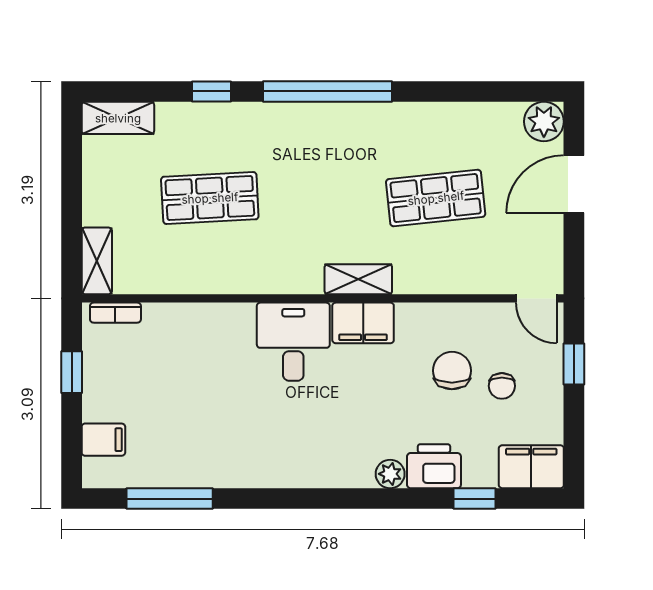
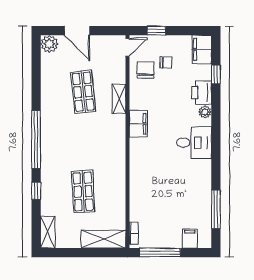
shelving: (97, 261) -> (103, 239), width x1.50, depth x1.33
shelving: (358, 279) -> (119, 99), moved
desk: (293, 342) -> (194, 143), moved, turned 180
chair: (452, 371) -> (145, 70), moved, turned 90
window: (72, 372) -> (160, 253), width x2.17

